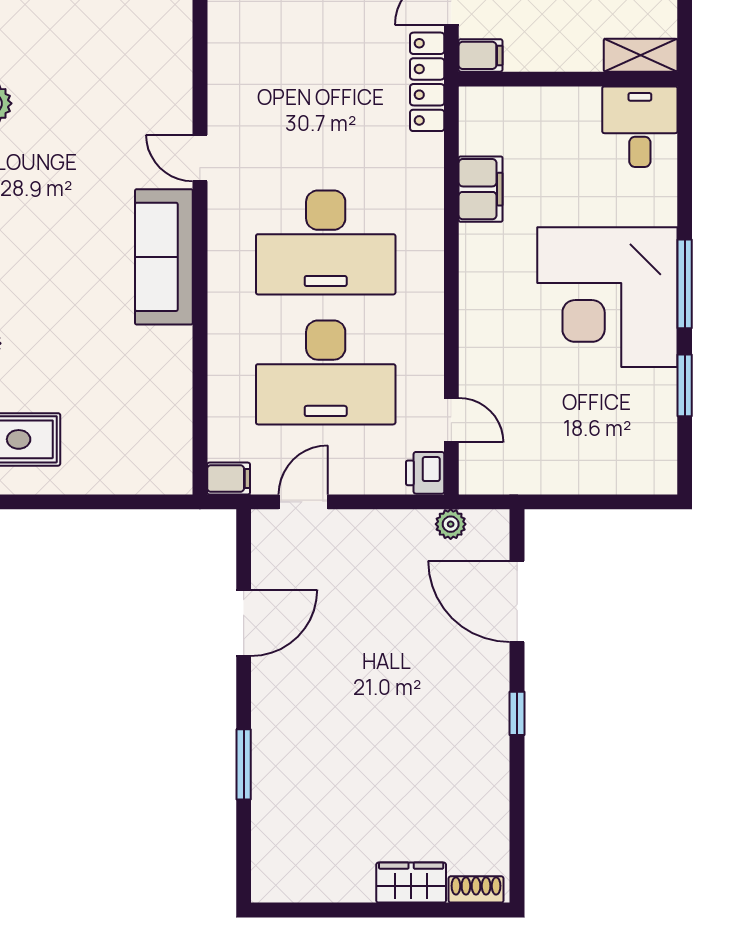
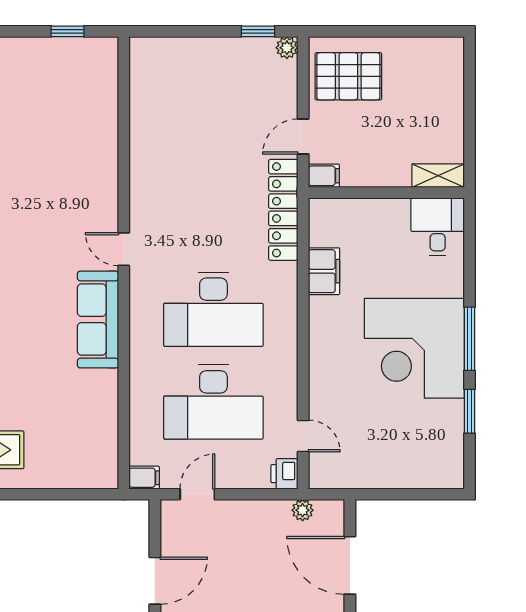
locker: (427, 82) -> (283, 210), width x1.41, depth x1.21

